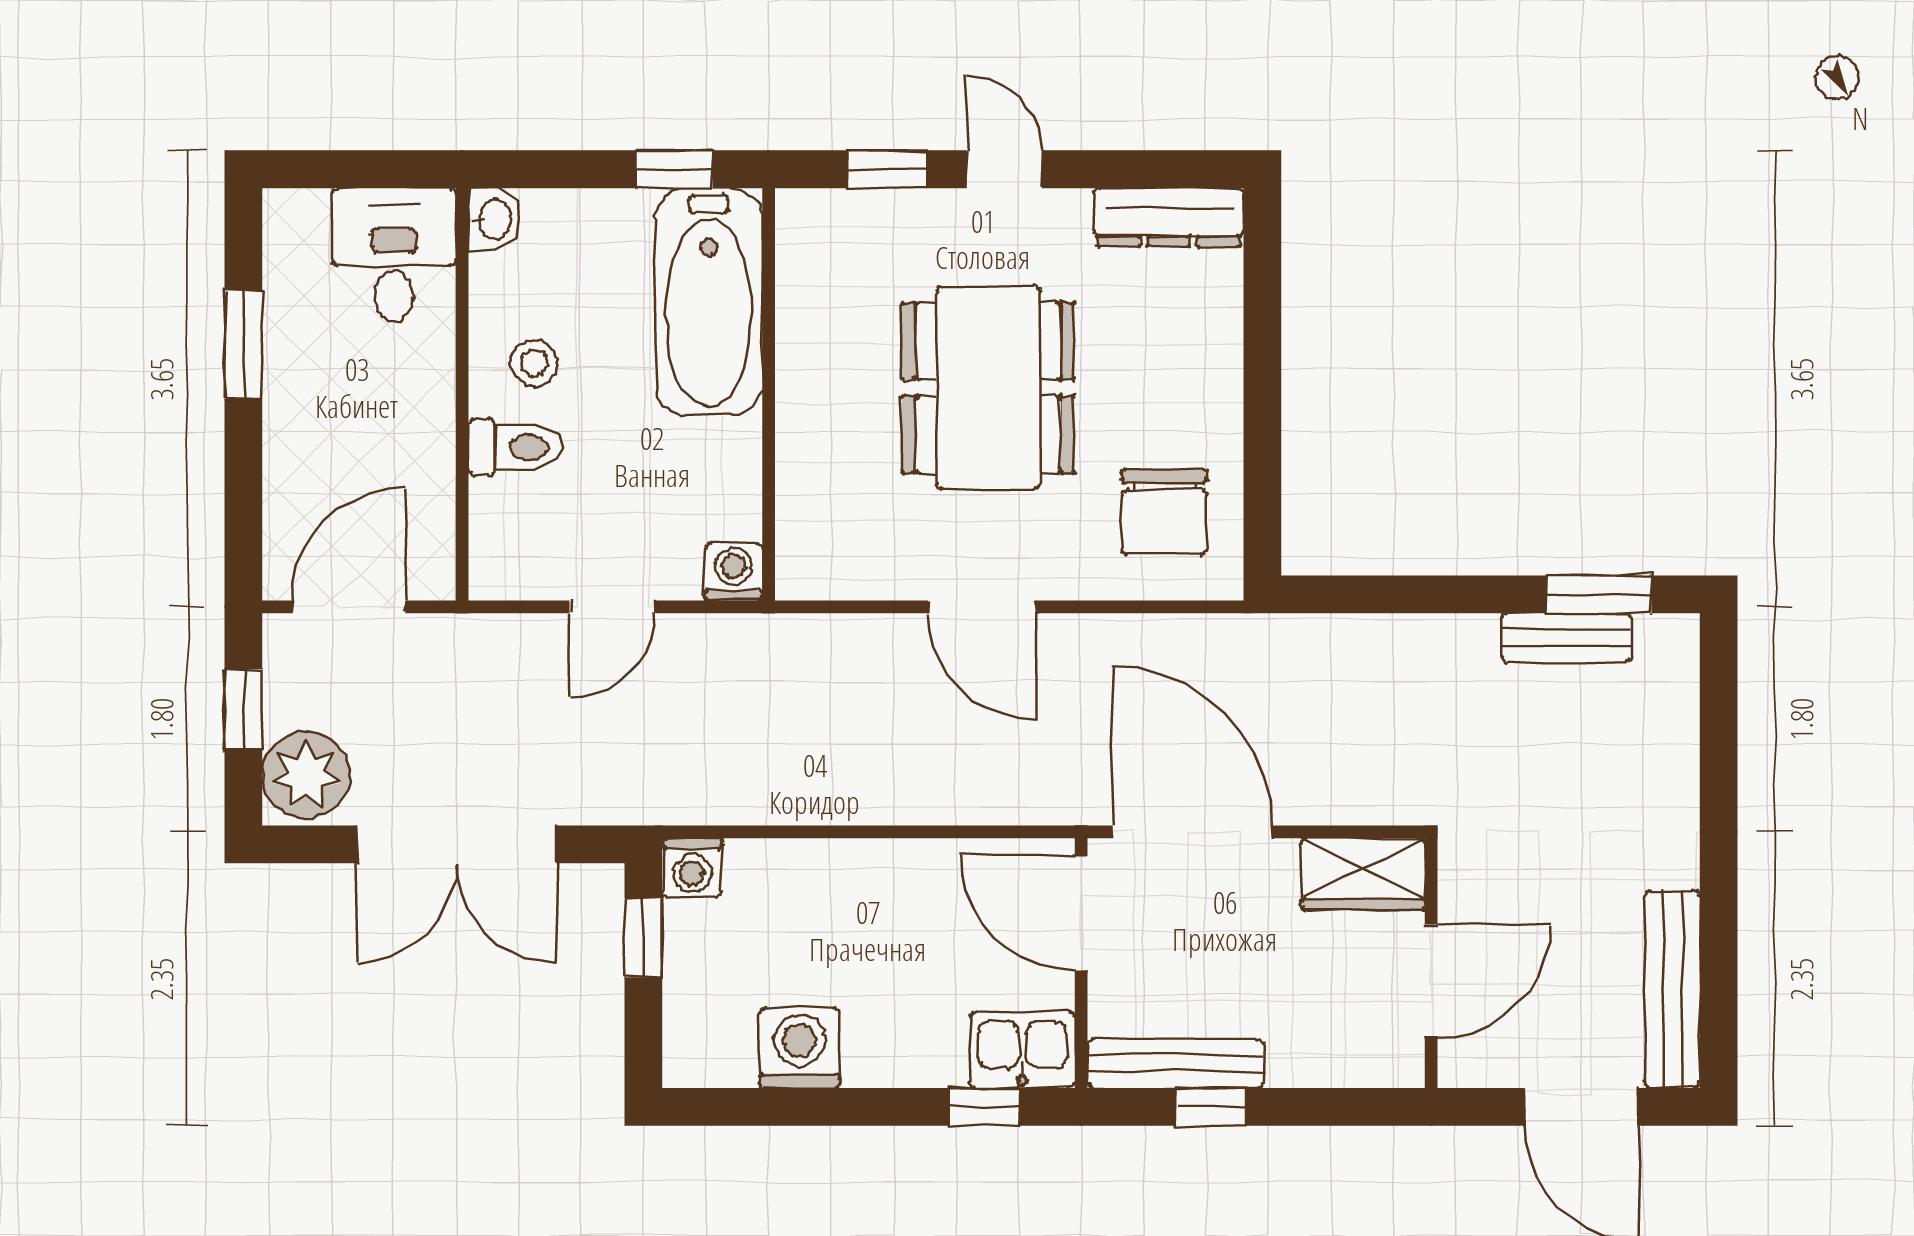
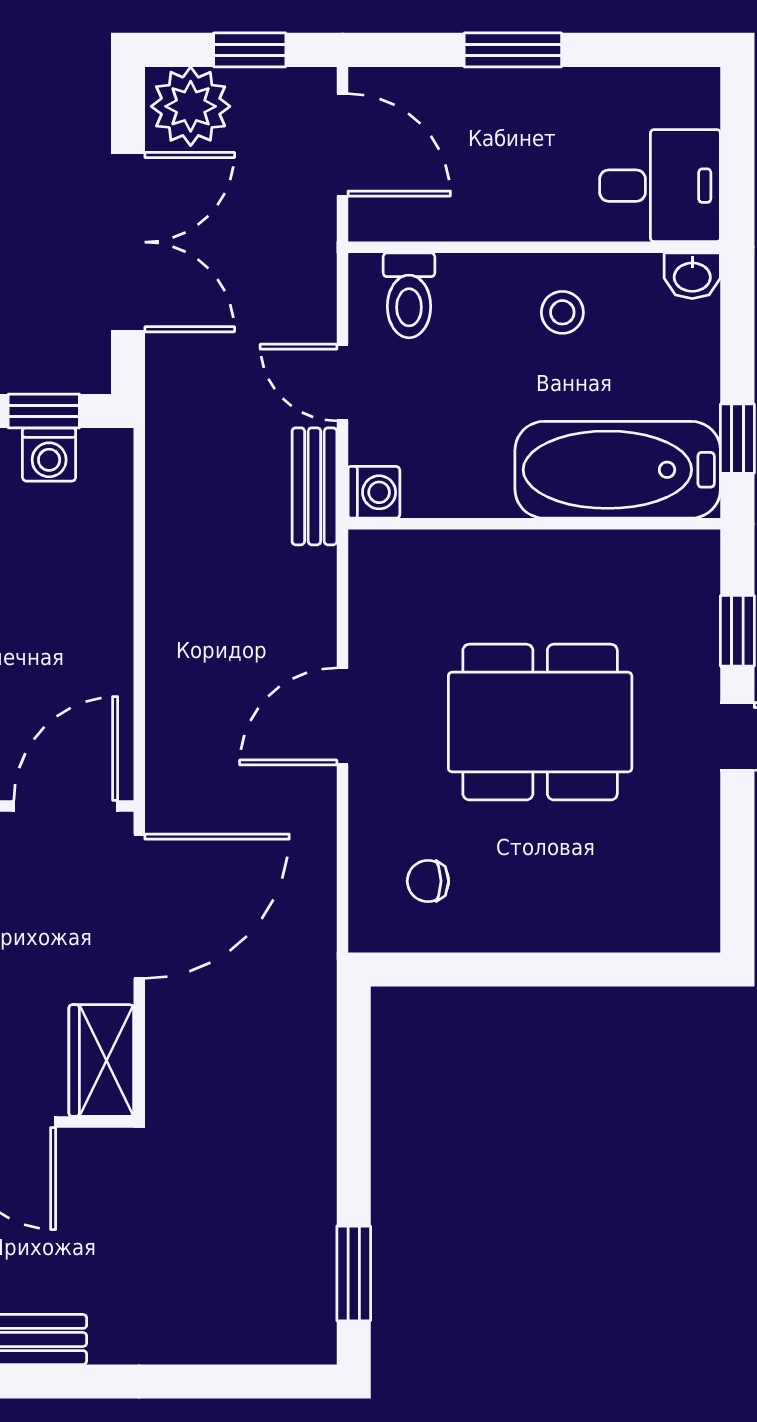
dresser: (1169, 217) -> (694, 885), removed
window: (243, 345) -> (513, 50), moved
toilet: (515, 447) -> (409, 295), moved
chair: (1164, 512) -> (428, 881), width x0.54, depth x0.54
bench: (1566, 638) -> (314, 486), moved
double door: (456, 844) -> (128, 242), swing flipped
washing machine: (692, 868) -> (49, 454), moved, turned -90

